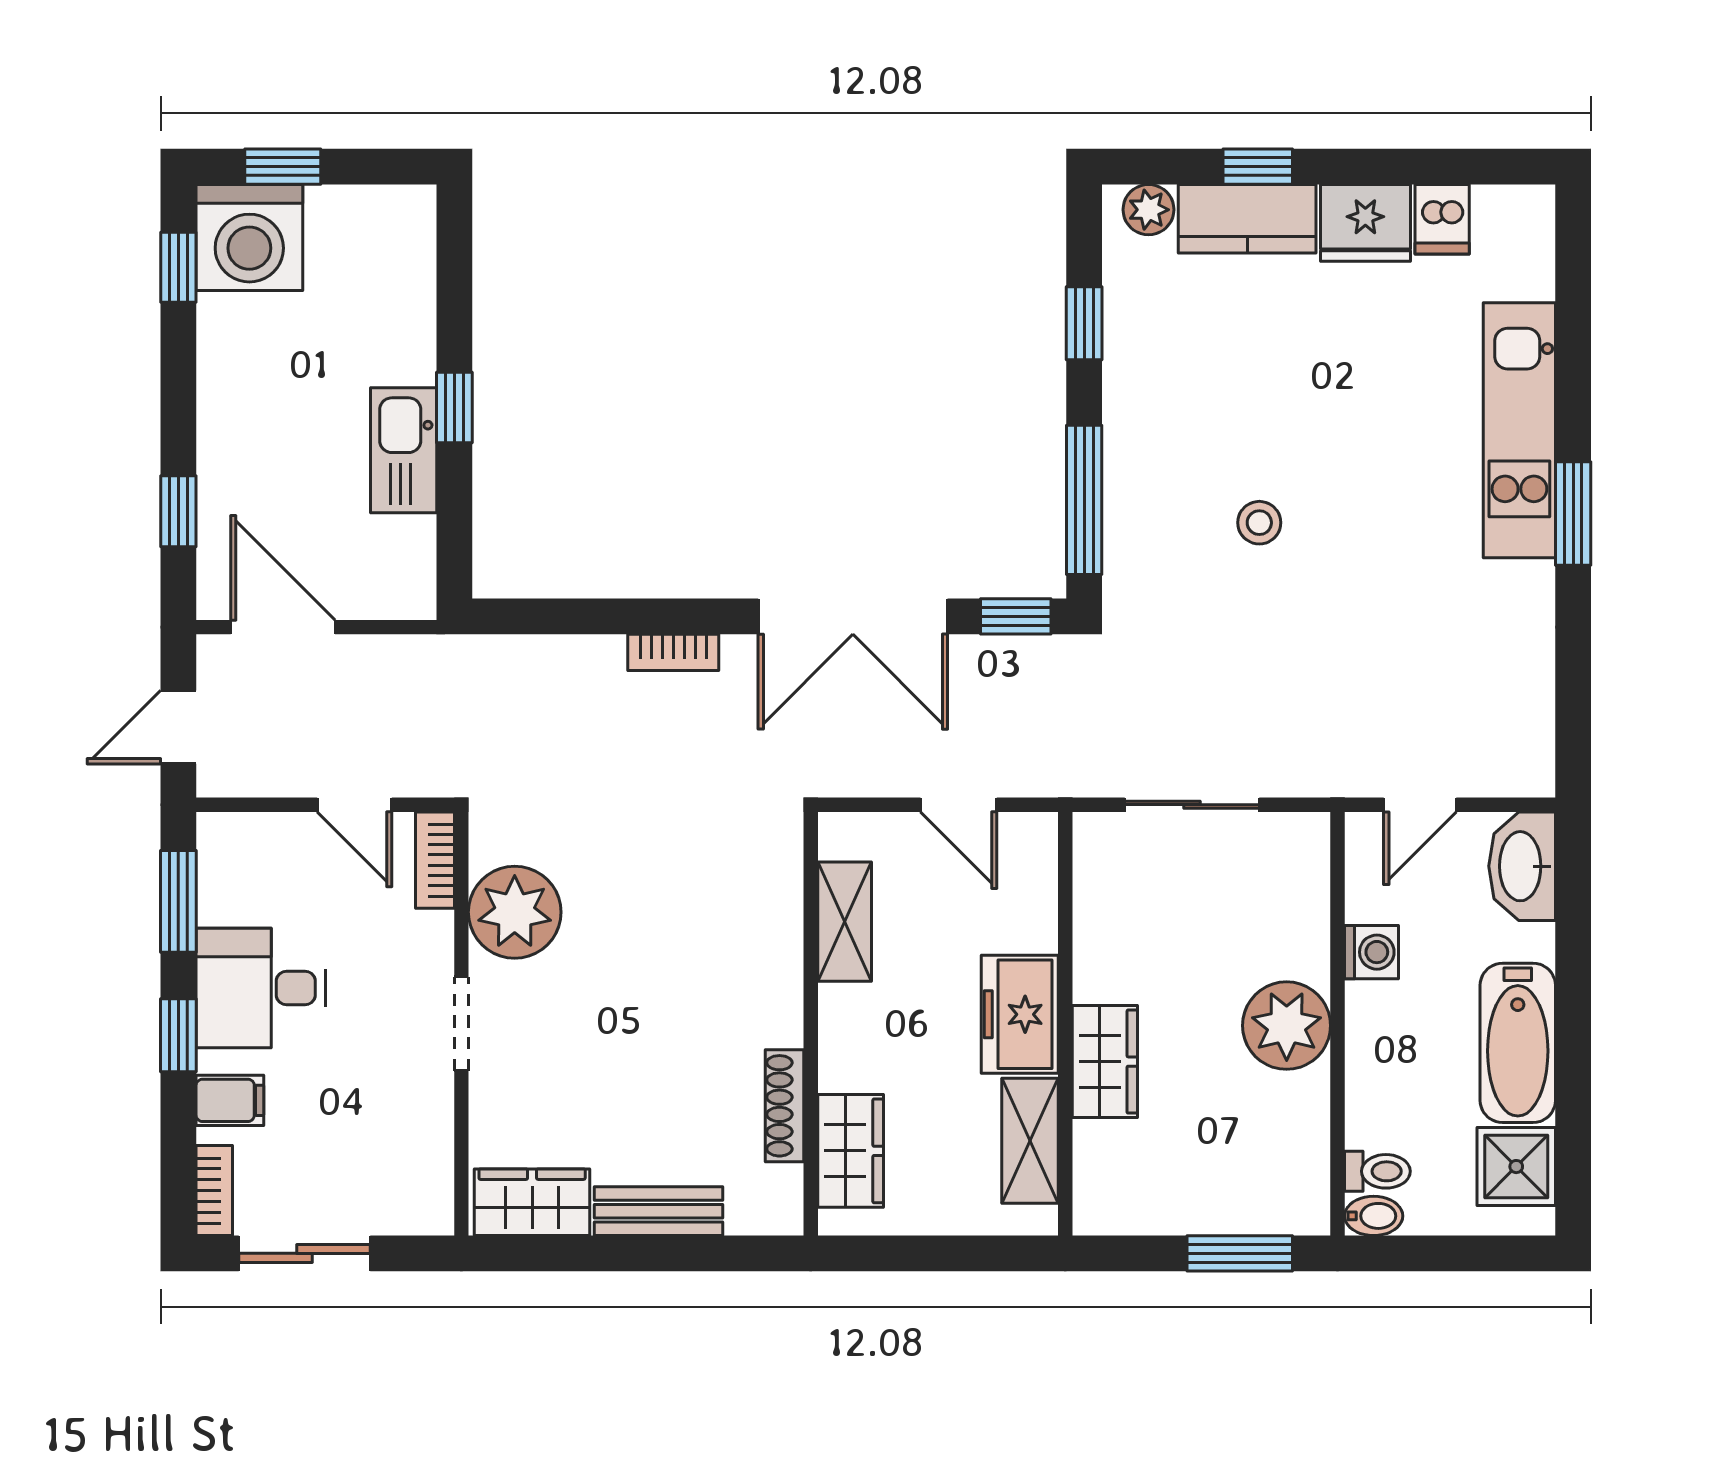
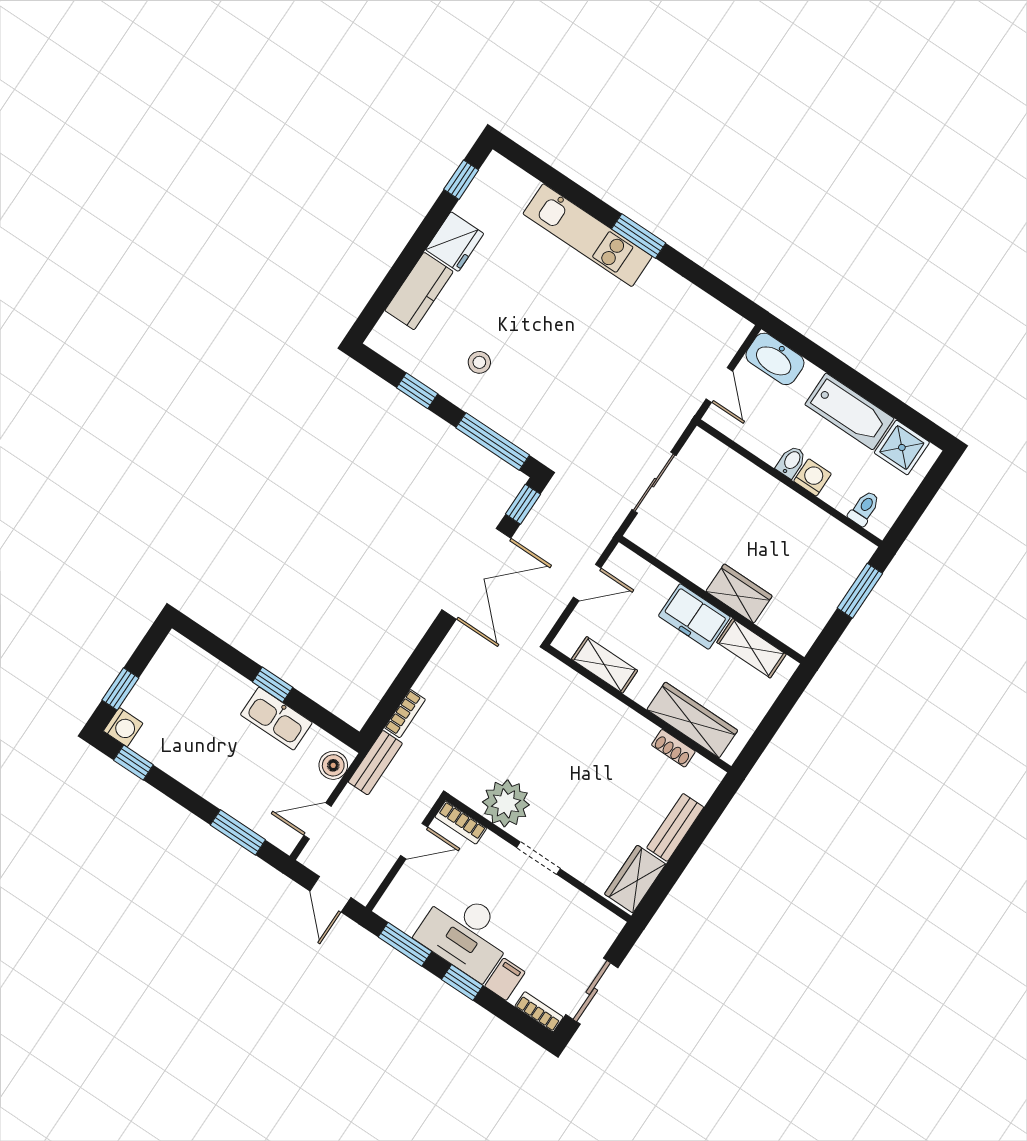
window: (1258, 167) -> (461, 180), moved
plant: (1148, 210) -> (387, 331), removed
dishwasher: (1442, 219) -> (475, 208), removed
washing machine: (249, 237) -> (123, 727), width x0.53, depth x0.53
window: (178, 511) -> (238, 832), width x1.50
stool: (1259, 523) -> (479, 362), moved
boiler: (390, 593) -> (333, 765), added
door: (283, 627) -> (317, 821), width x0.73
bookcase: (673, 652) -> (405, 714), moved
bench: (439, 658) -> (375, 763), added
washing machine: (1371, 952) -> (812, 477), moved
desk: (261, 988) -> (466, 934), width x1.37
plant: (1287, 1026) -> (776, 505), removed
shoe rack: (784, 1106) -> (673, 748), width x0.70
wardrobe: (851, 1151) -> (692, 720), width x1.50
bidet: (1374, 1216) -> (791, 462), moved

